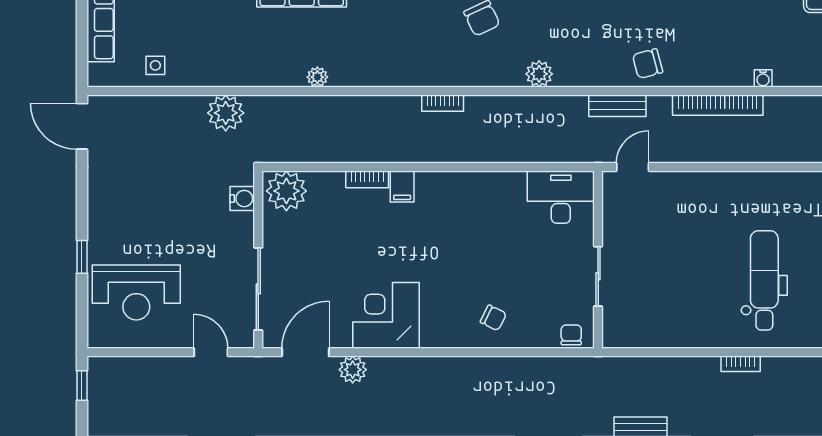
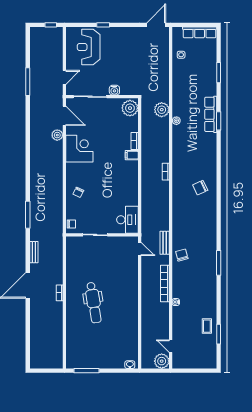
plant: (539, 74) -> (178, 211), removed
plant: (226, 113) -> (162, 110), moved
water cooler: (242, 199) -> (114, 90), moved
dental chair: (764, 280) -> (94, 303), turned 81

